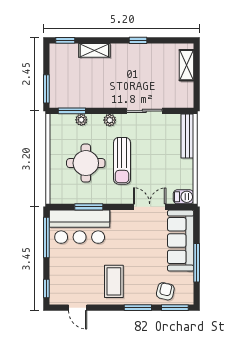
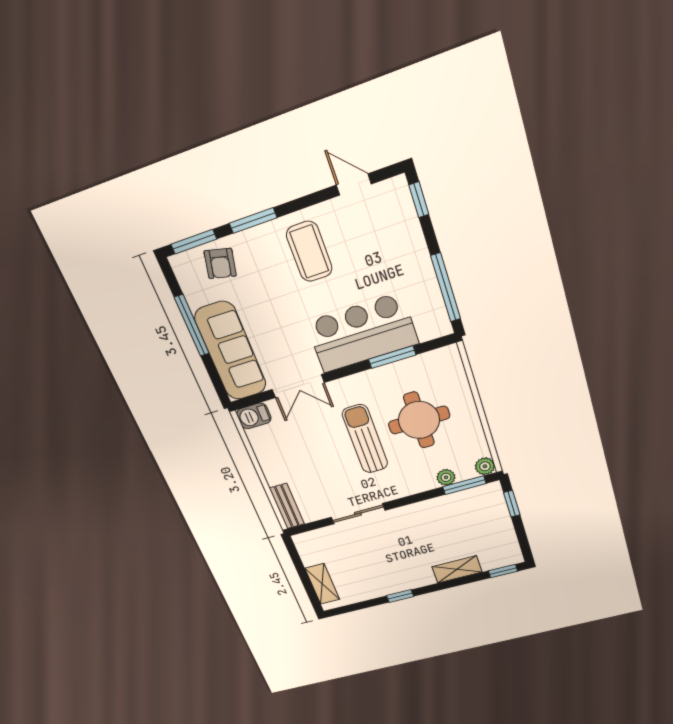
window: (46, 89) -> (512, 504), width x0.67
plant: (110, 120) -> (485, 466), moved
bench: (187, 136) -> (287, 506), width x0.73
bar counter: (80, 227) -> (362, 333), moved

